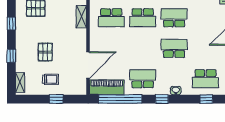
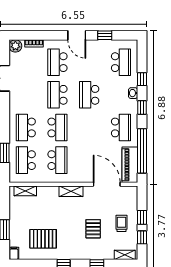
shelving: (81, 17) -> (71, 191), moved
school desk: (205, 18) -> (57, 62), added
pallet: (45, 52) -> (93, 229), turned 90
school desk: (143, 79) -> (121, 127), turned 180
window: (37, 99) -> (142, 237), added
window: (206, 99) -> (142, 79), moved

